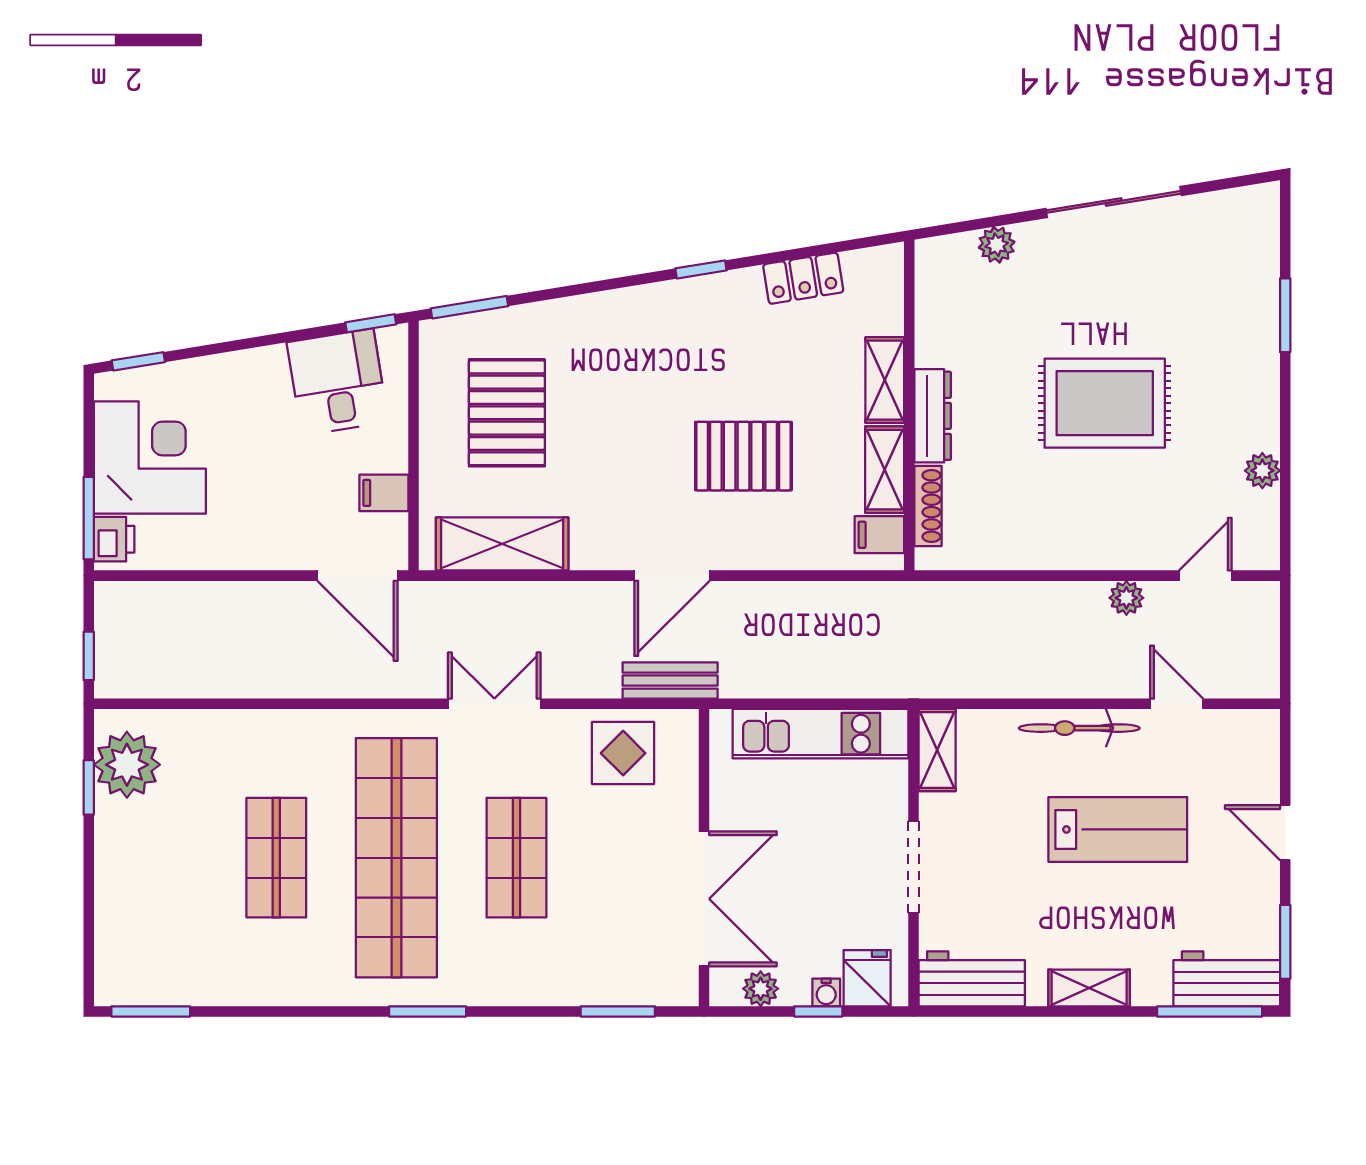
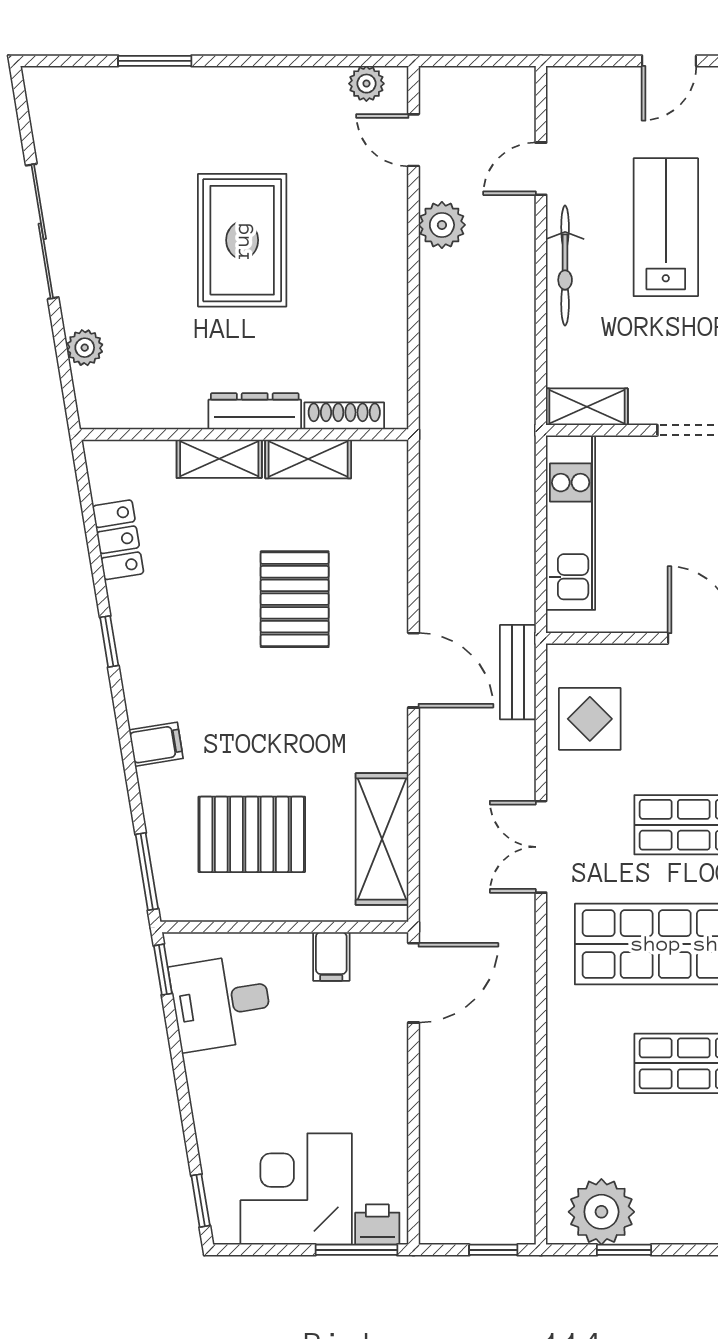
plant: (1262, 471) -> (366, 84), moved
filing cabinet: (879, 535) -> (156, 744), moved, turned -99
plant: (1126, 598) -> (442, 225), width x1.38, depth x1.38

